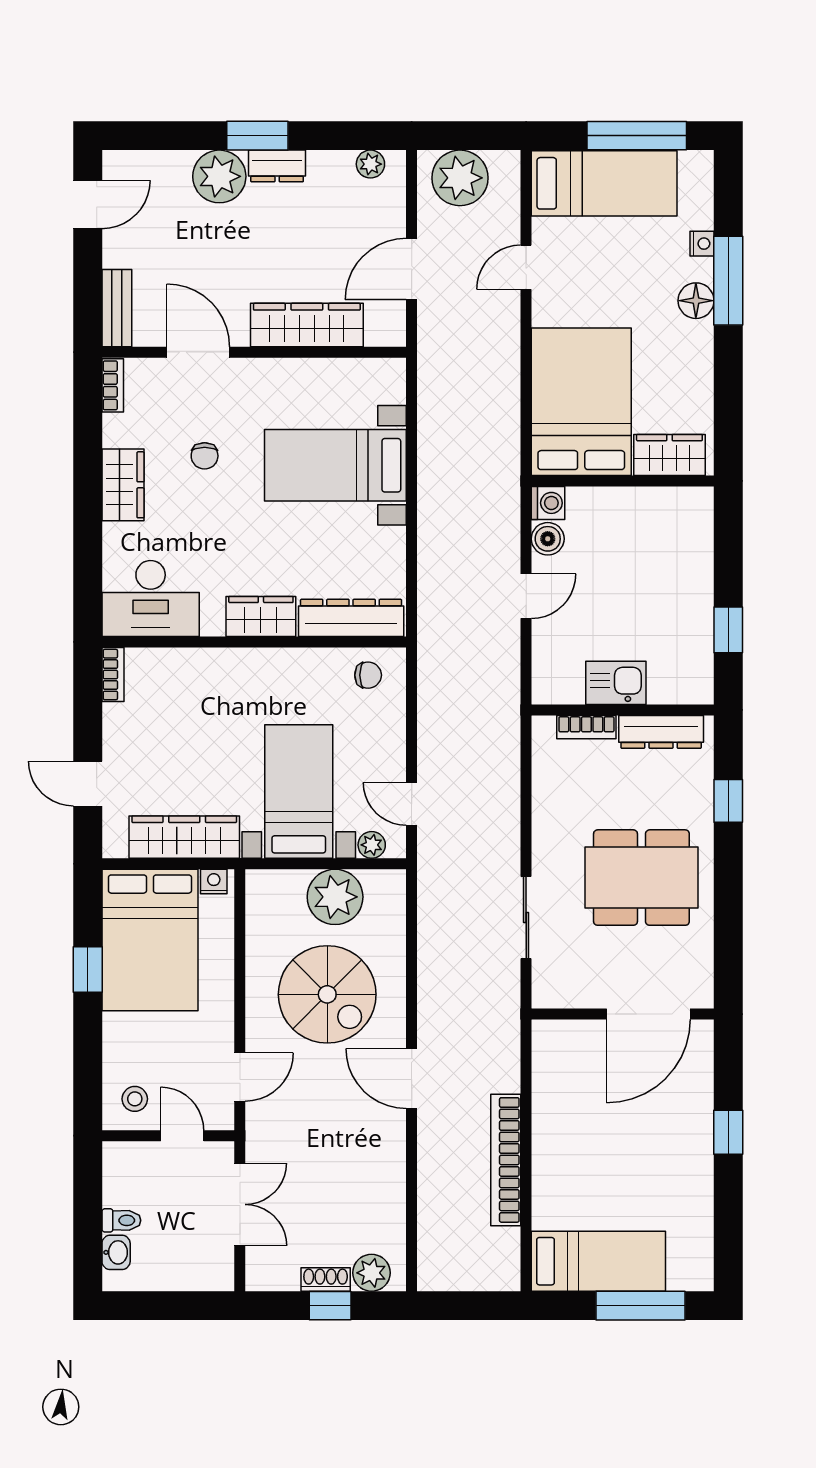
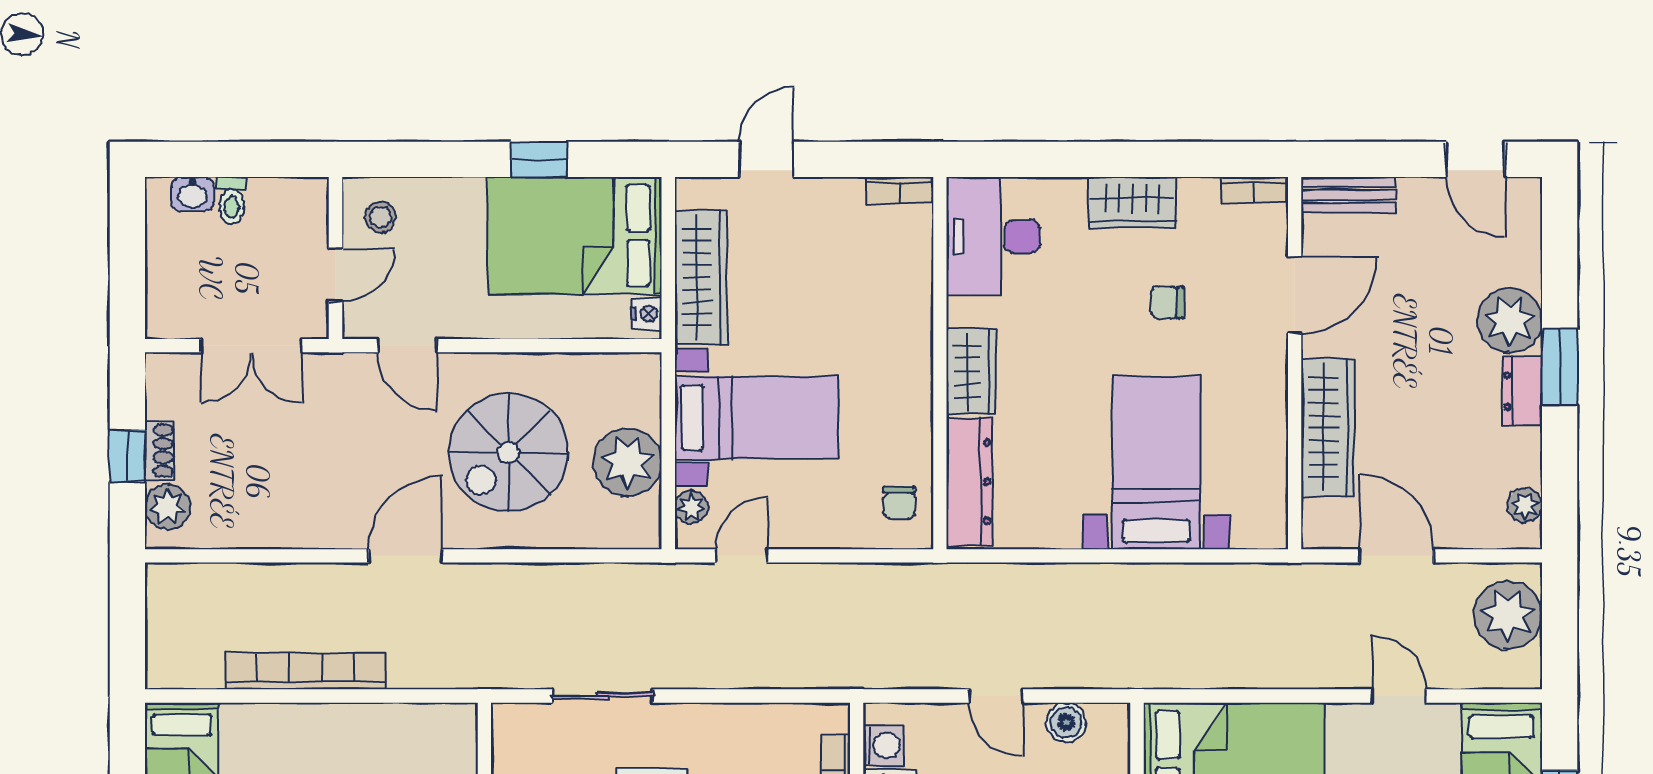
washing machine: (548, 503) -> (884, 745), moved, turned -90

